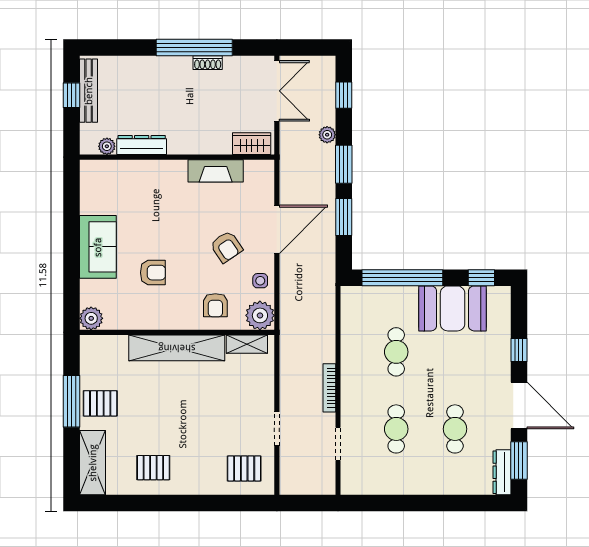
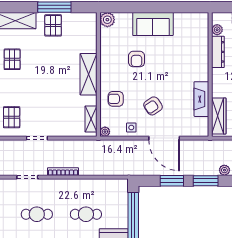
wardrobe: (252, 144) -> (219, 116), width x1.50
plant: (260, 315) -> (105, 132), width x0.53, depth x0.53
shelving: (177, 348) -> (89, 74), width x0.68

